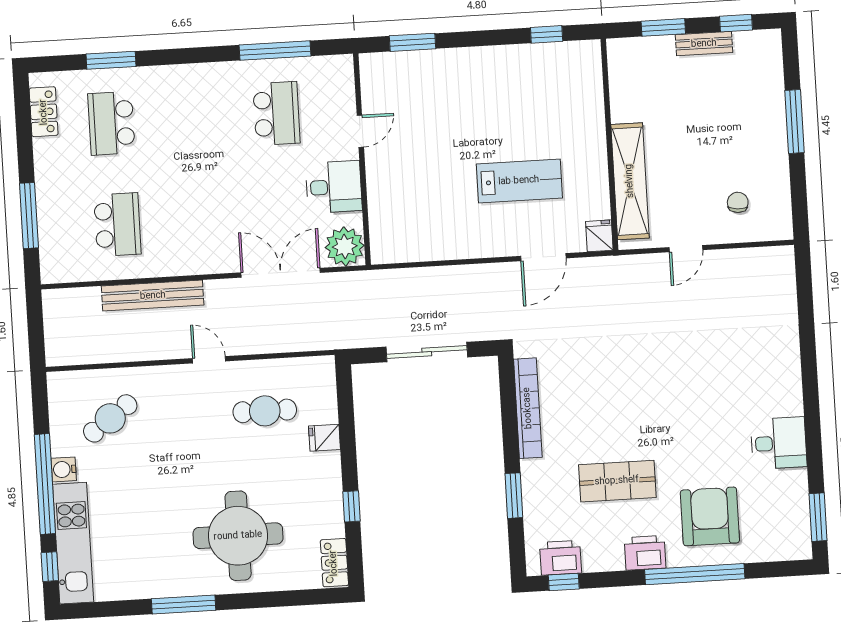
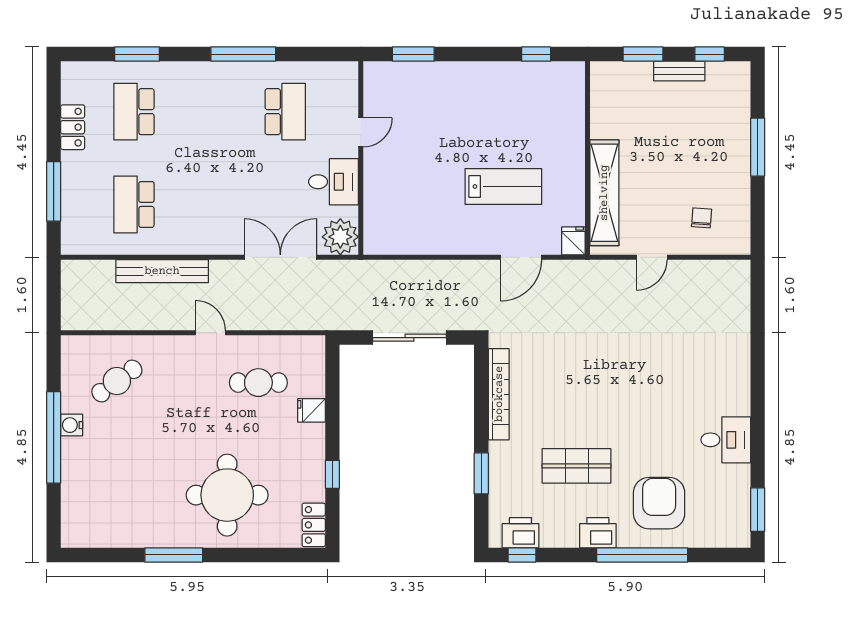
window: (275, 51) -> (243, 54), moved
locker: (44, 112) -> (73, 127), moved
school desk: (117, 225) -> (134, 204), turned 180
kitchen unit: (73, 543) -> (76, 493), removed
window: (50, 567) -> (54, 513), removed

